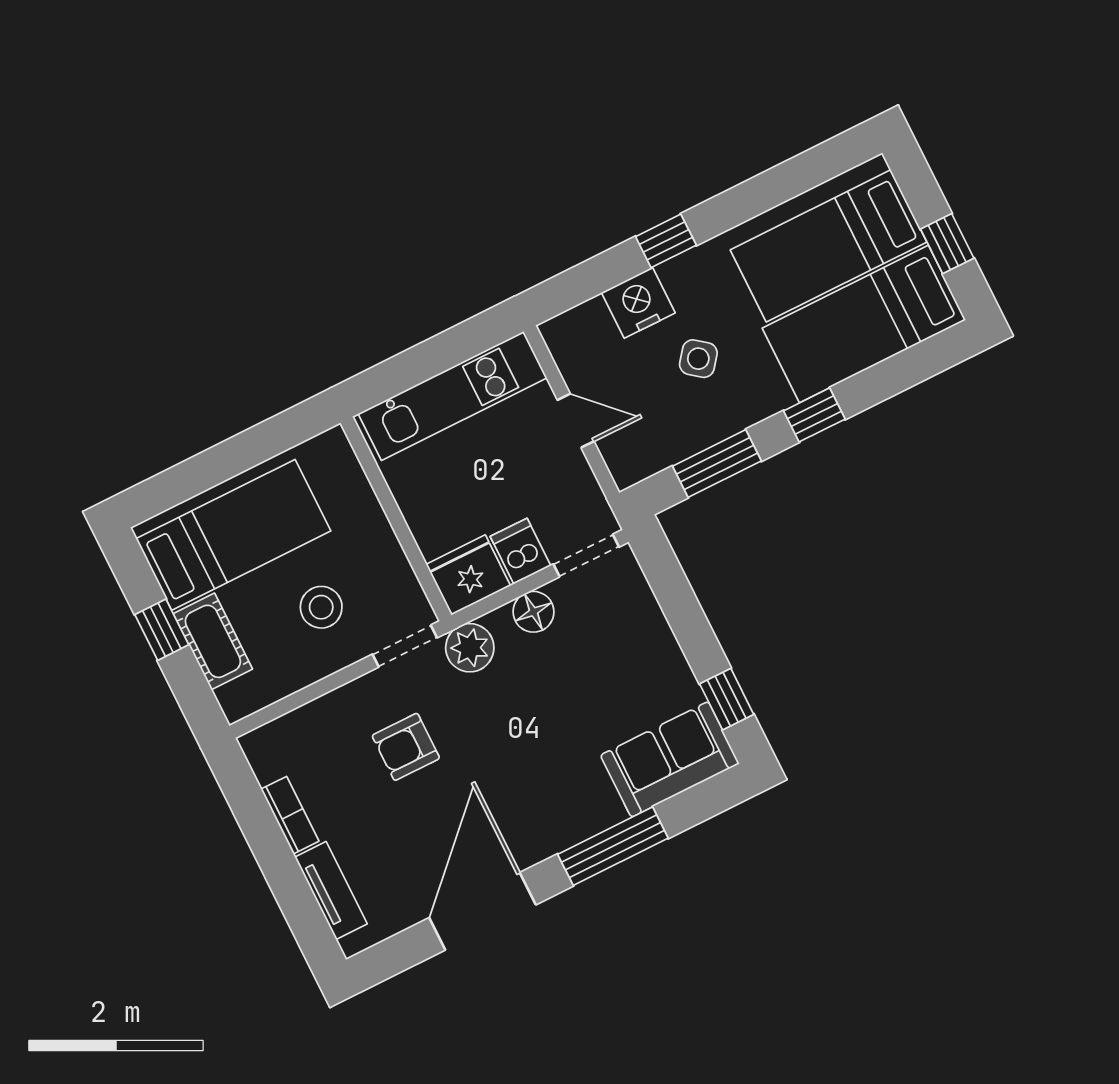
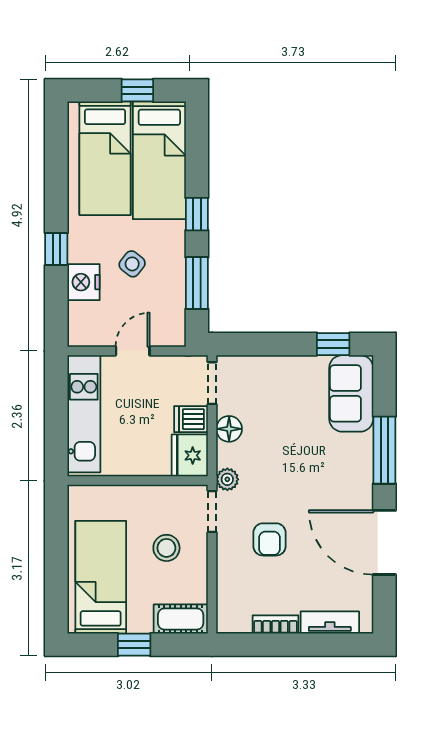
cot: (213, 641) -> (181, 619), moved
plant: (470, 648) -> (227, 479), width x0.73, depth x0.73

